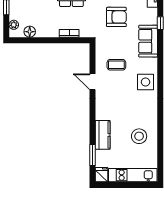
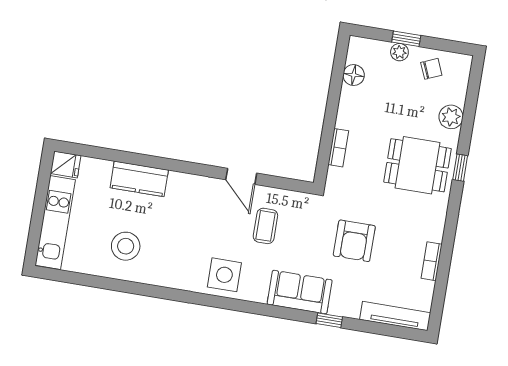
plant: (14, 25) -> (399, 52), moved
door: (93, 82) -> (241, 176), swing flipped
window: (93, 155) -> (105, 154), removed

